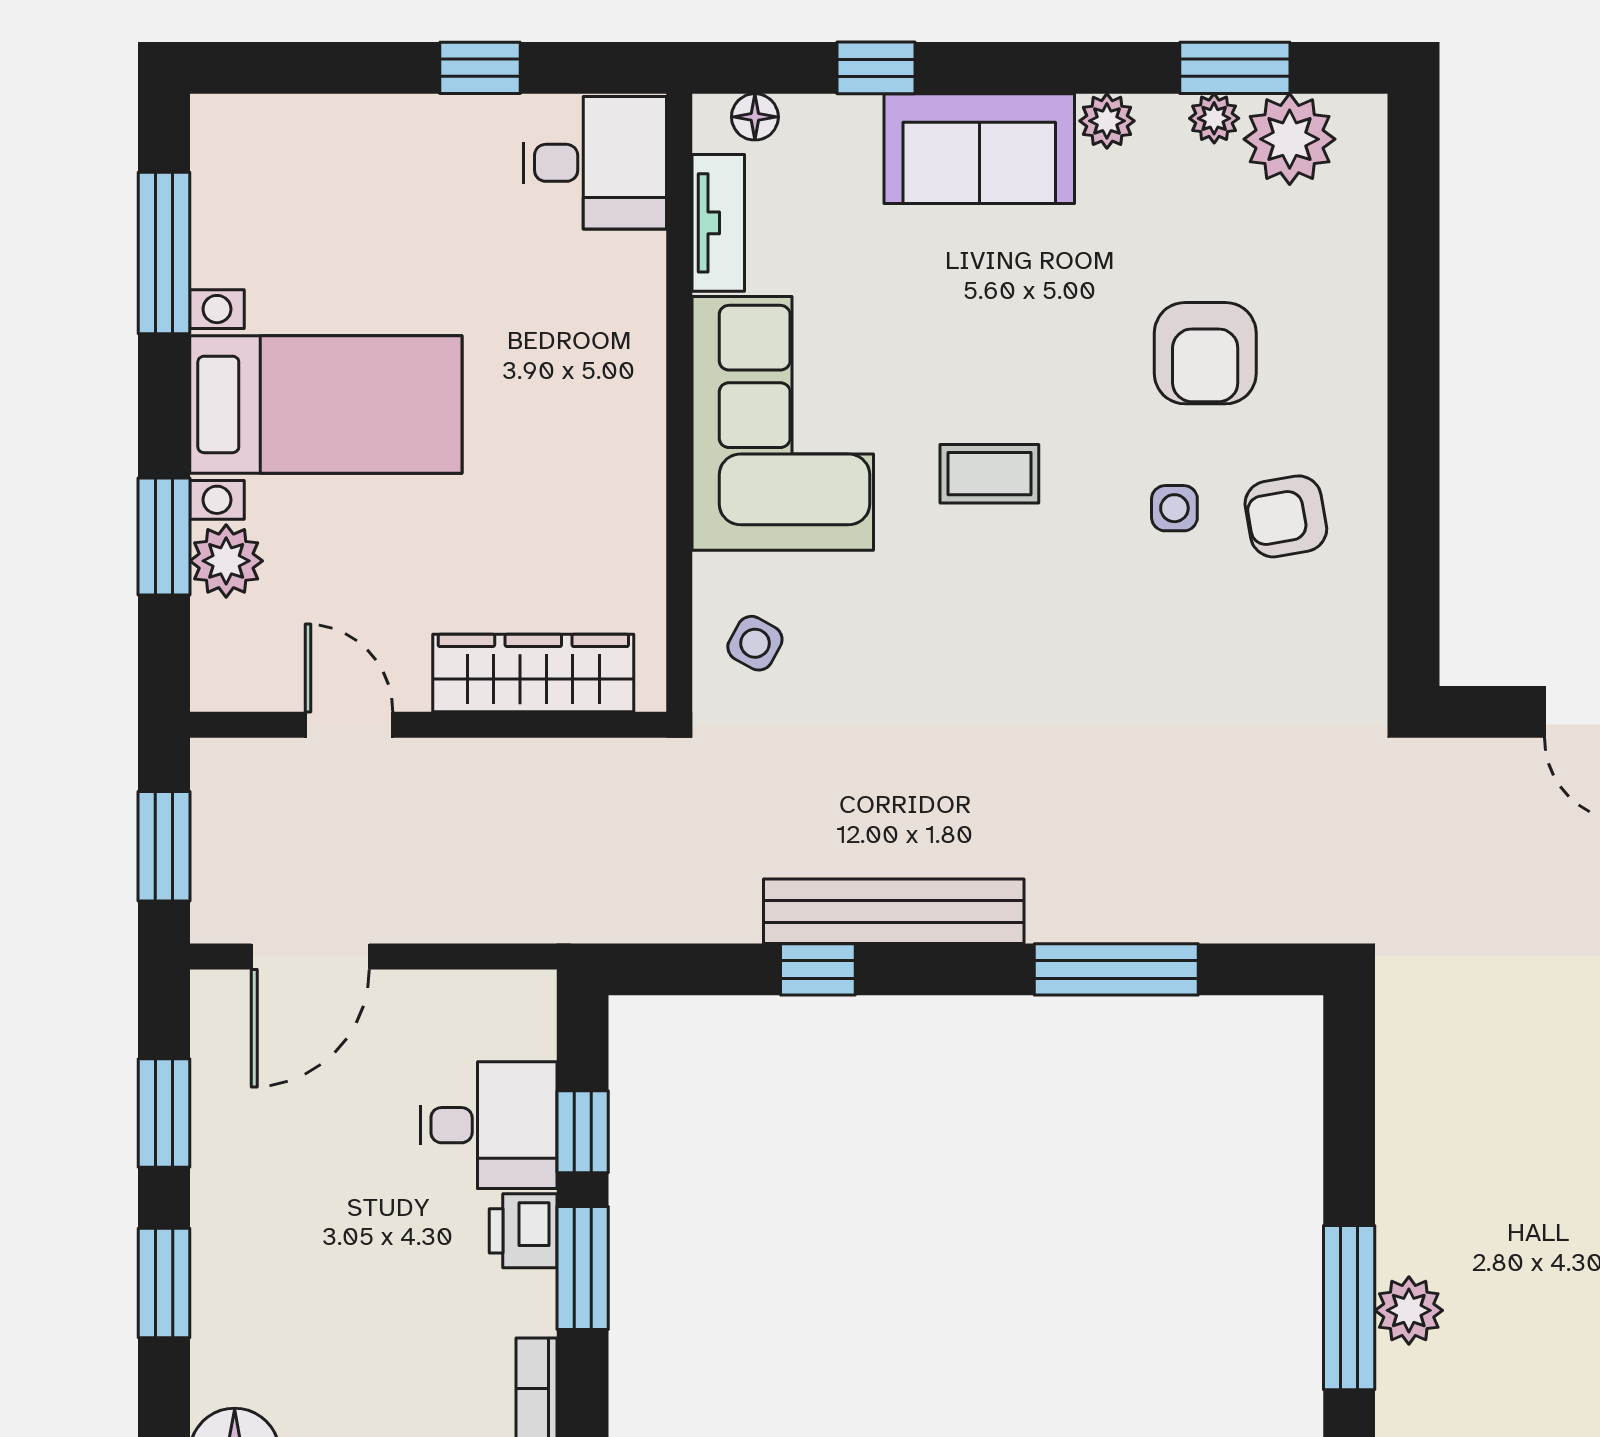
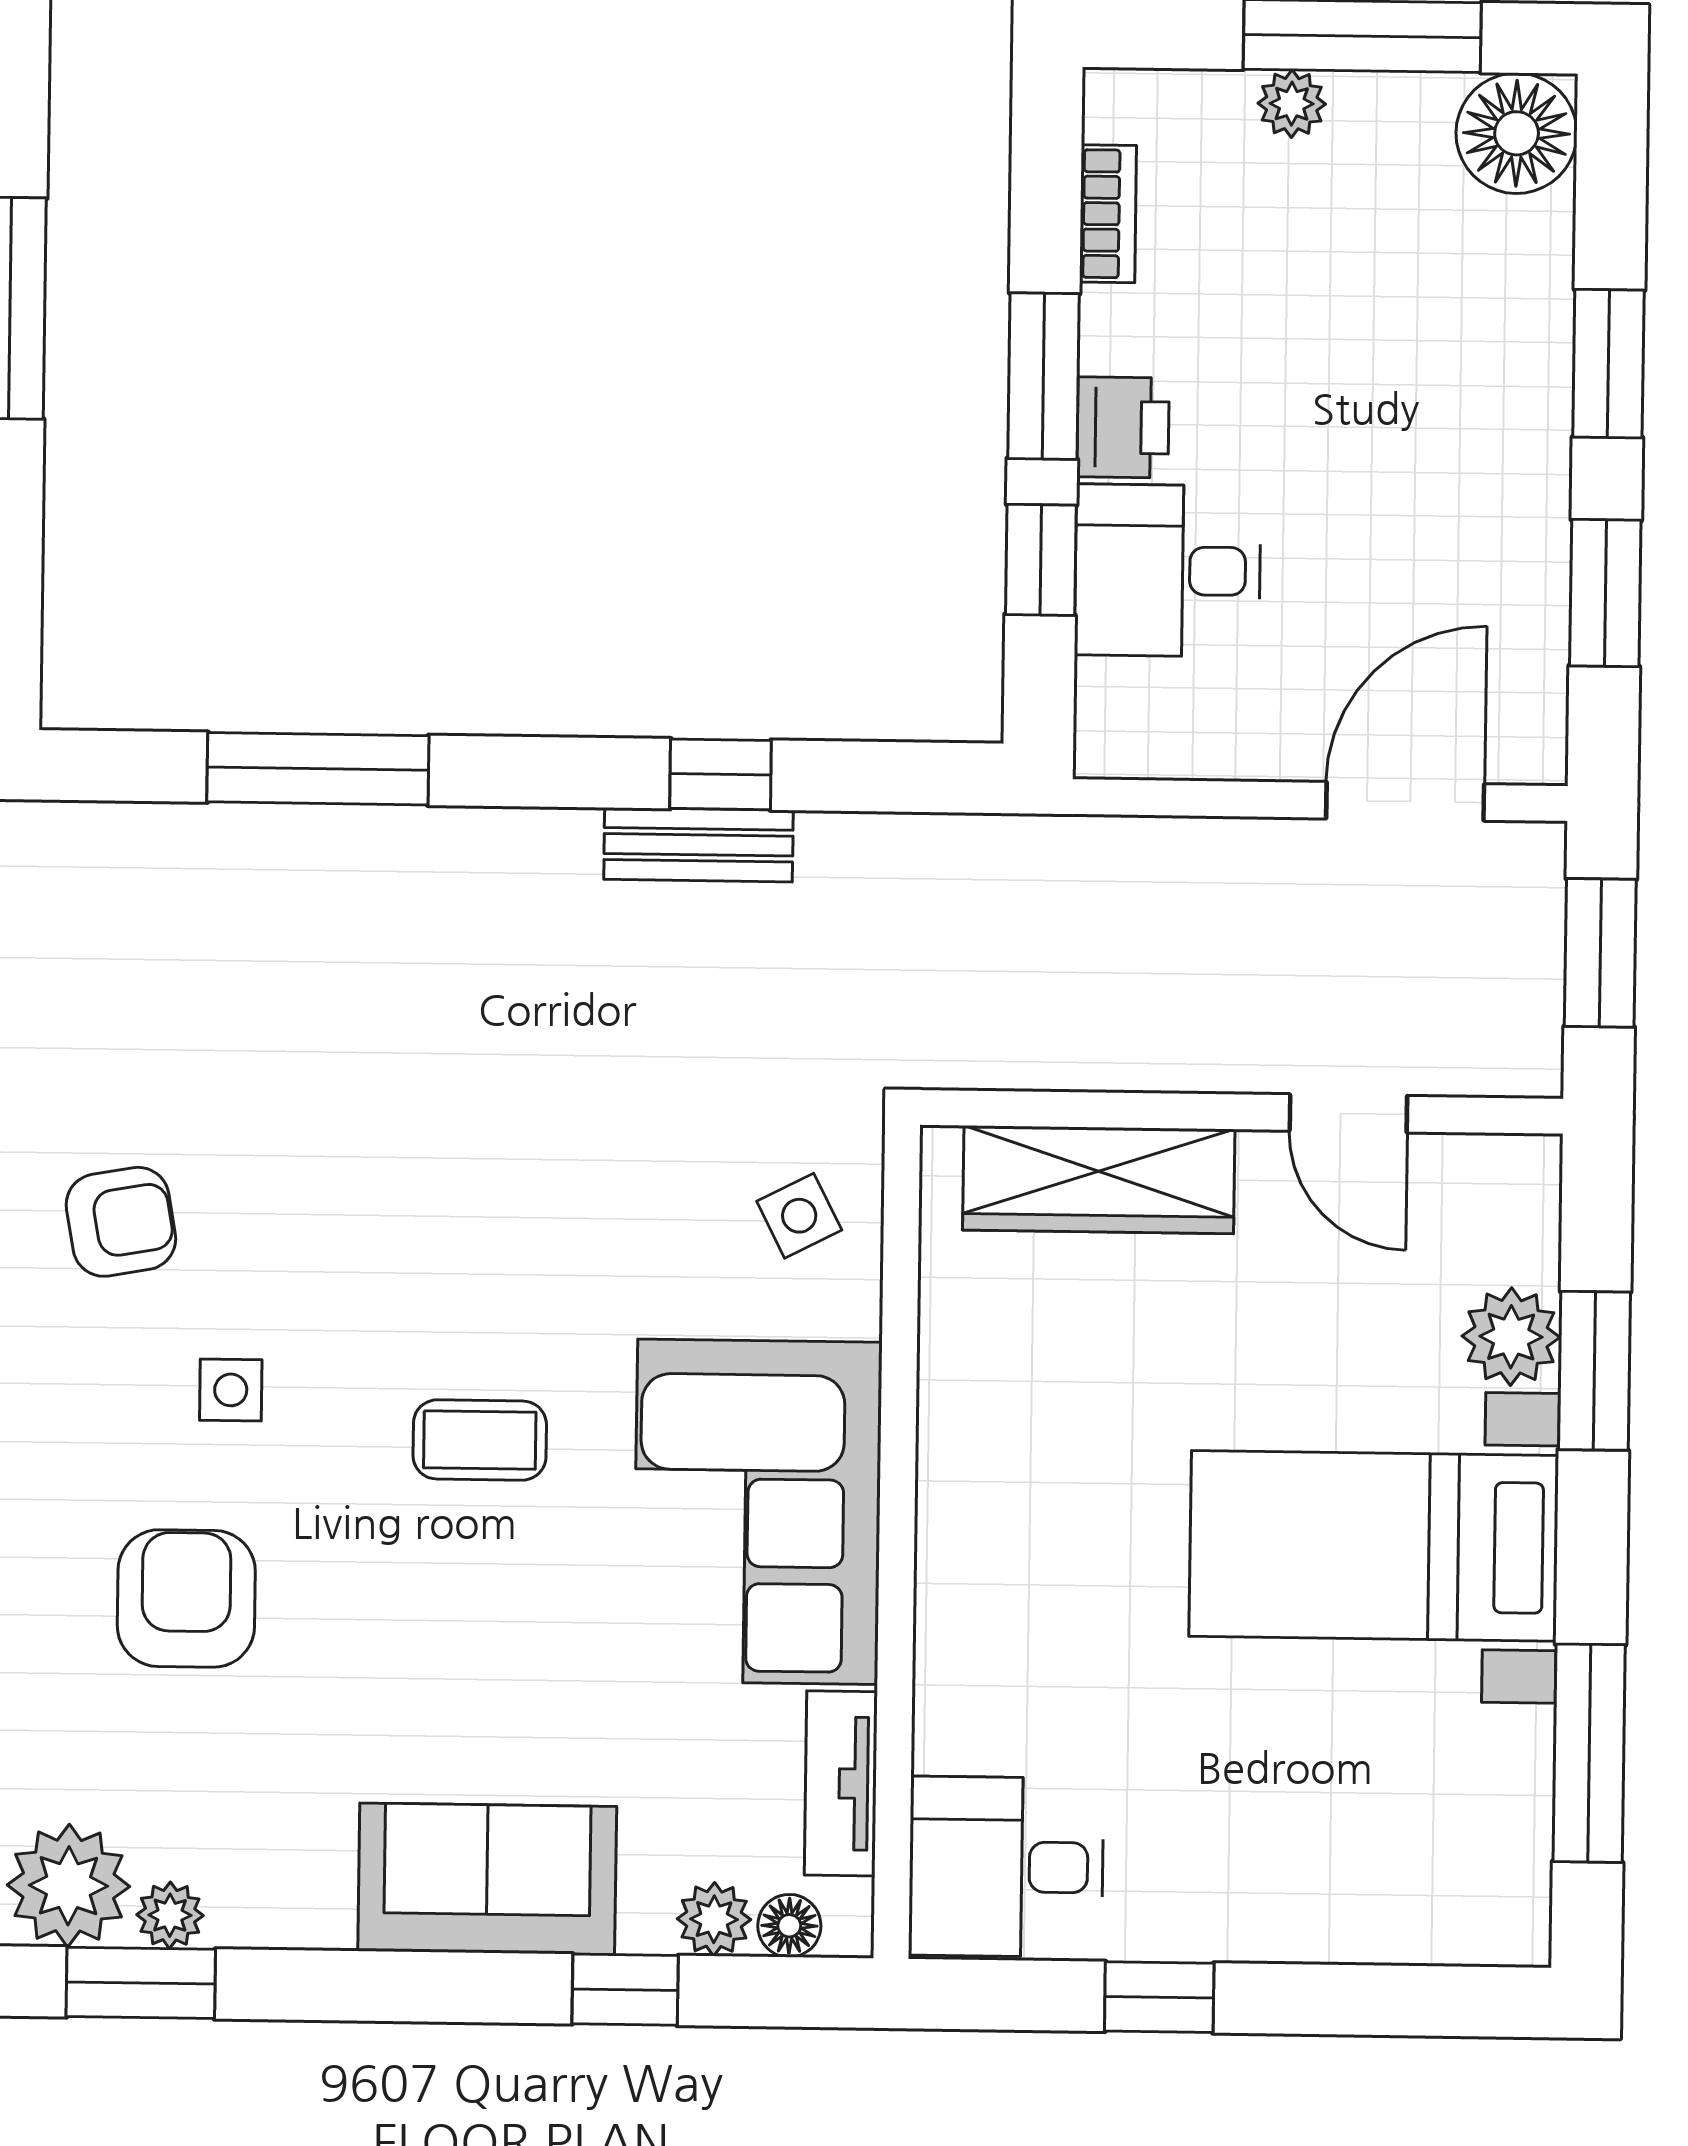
plant: (1107, 121) -> (714, 1919), moved
armchair: (1286, 516) -> (121, 1222), moved
side table: (755, 643) -> (799, 1216), turned 34
bench: (894, 911) -> (698, 845), width x0.54, depth x0.82

